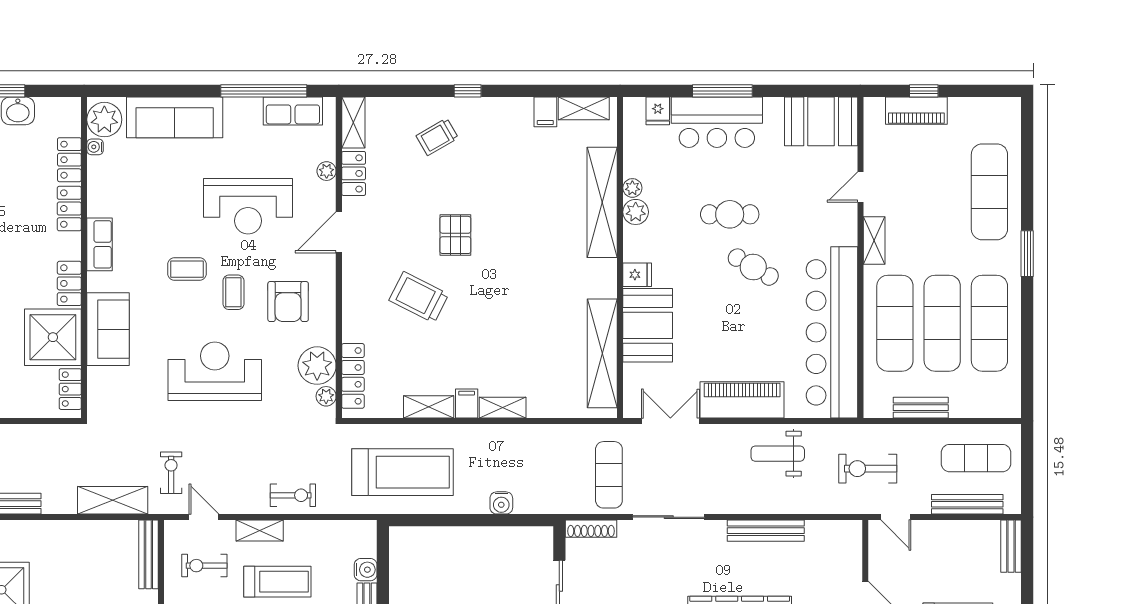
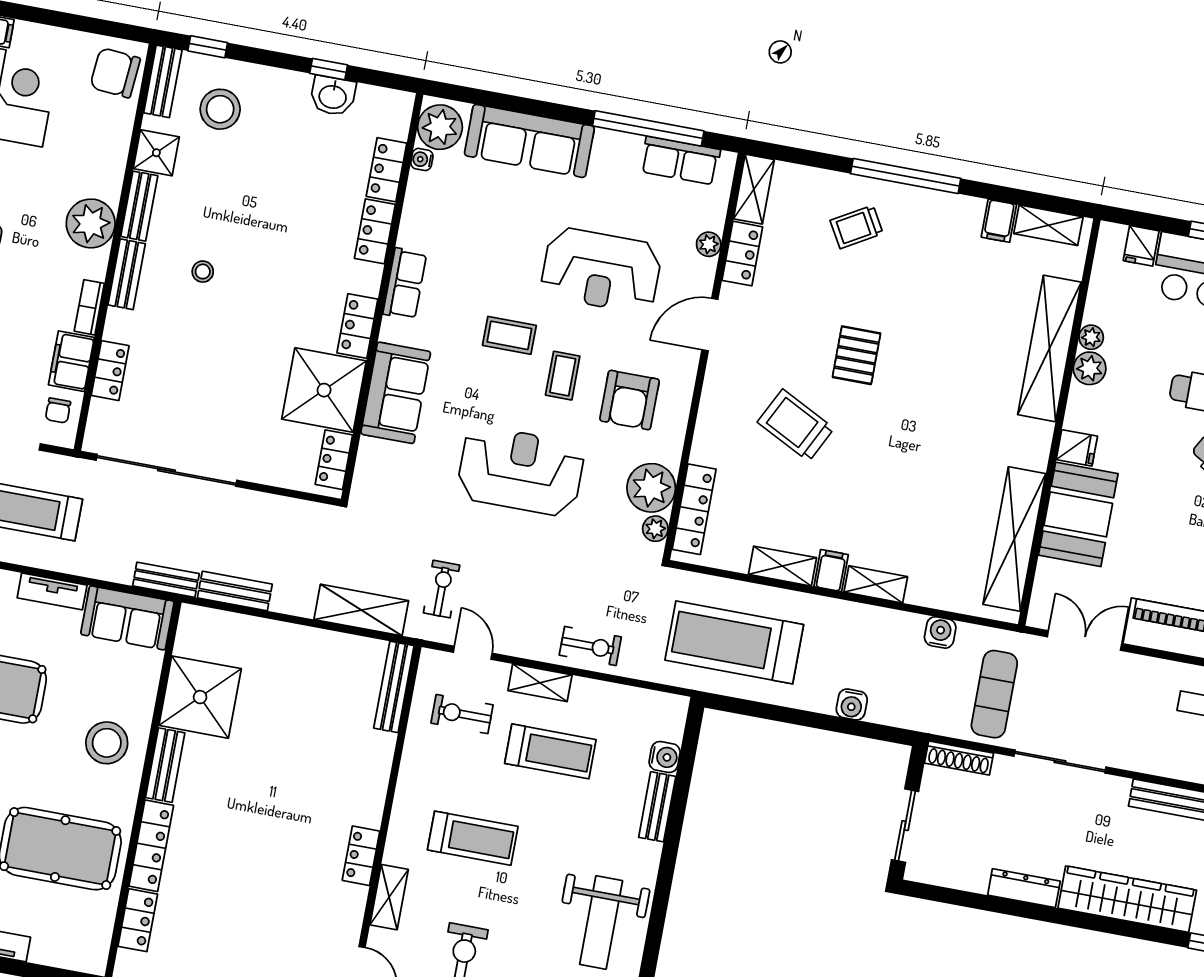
window: (468, 91) -> (906, 176), width x3.17
water cooler: (559, 435) -> (940, 632), added
treadmill: (403, 472) -> (734, 642), turned 180

